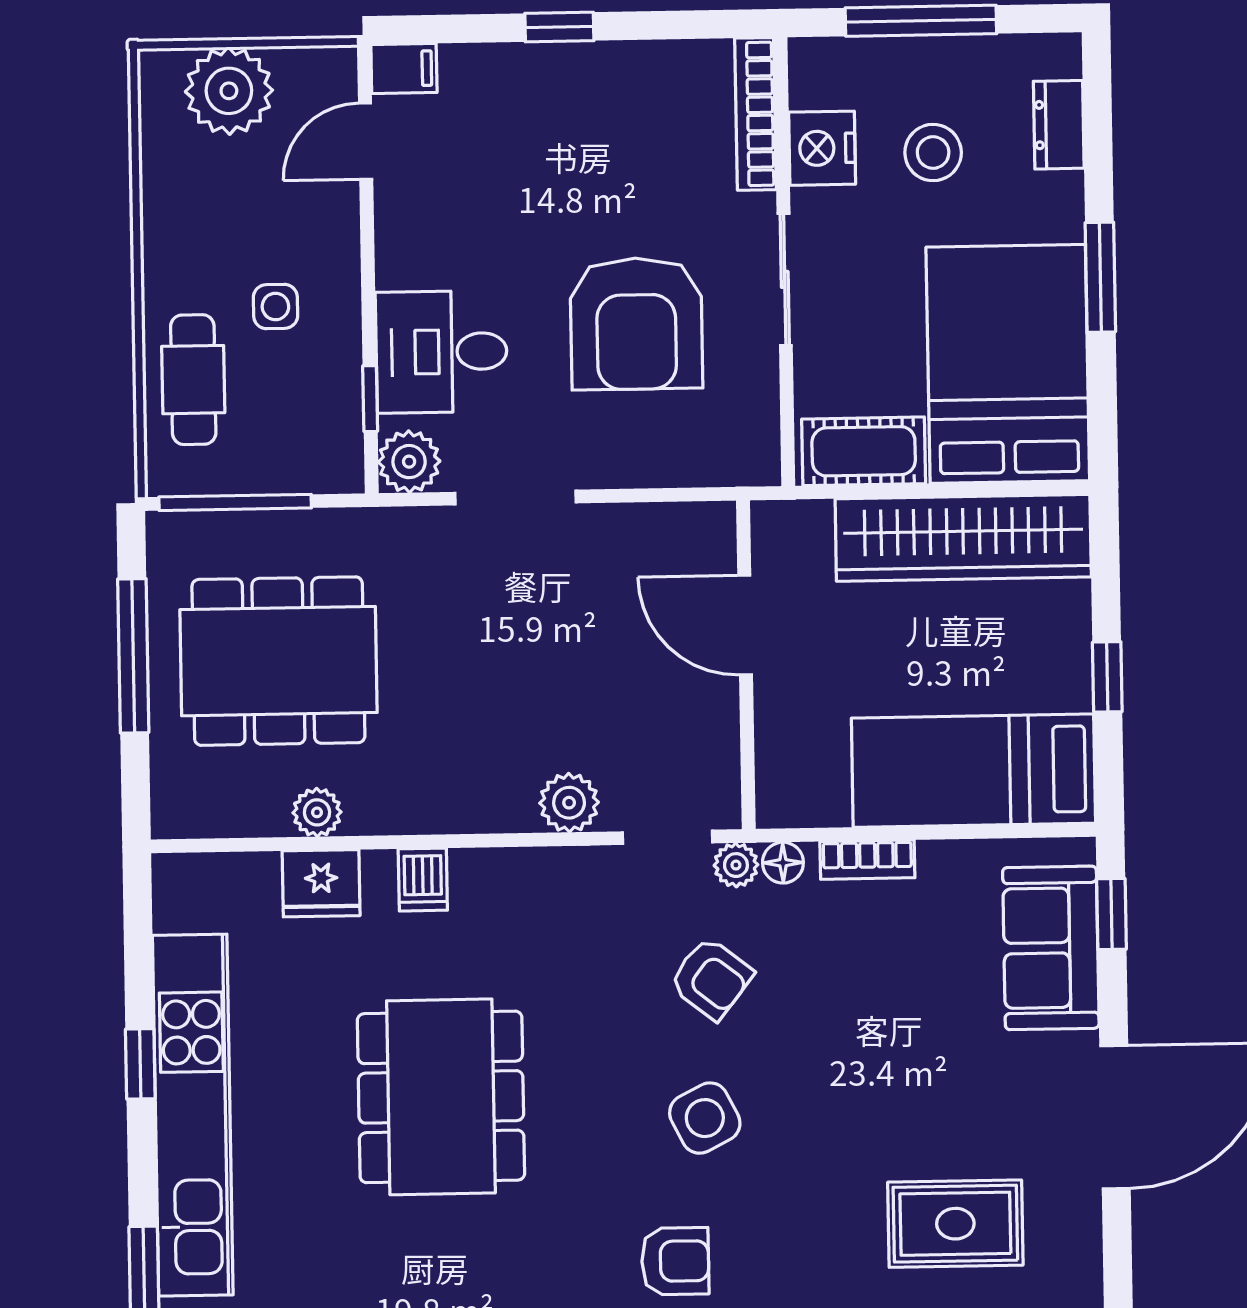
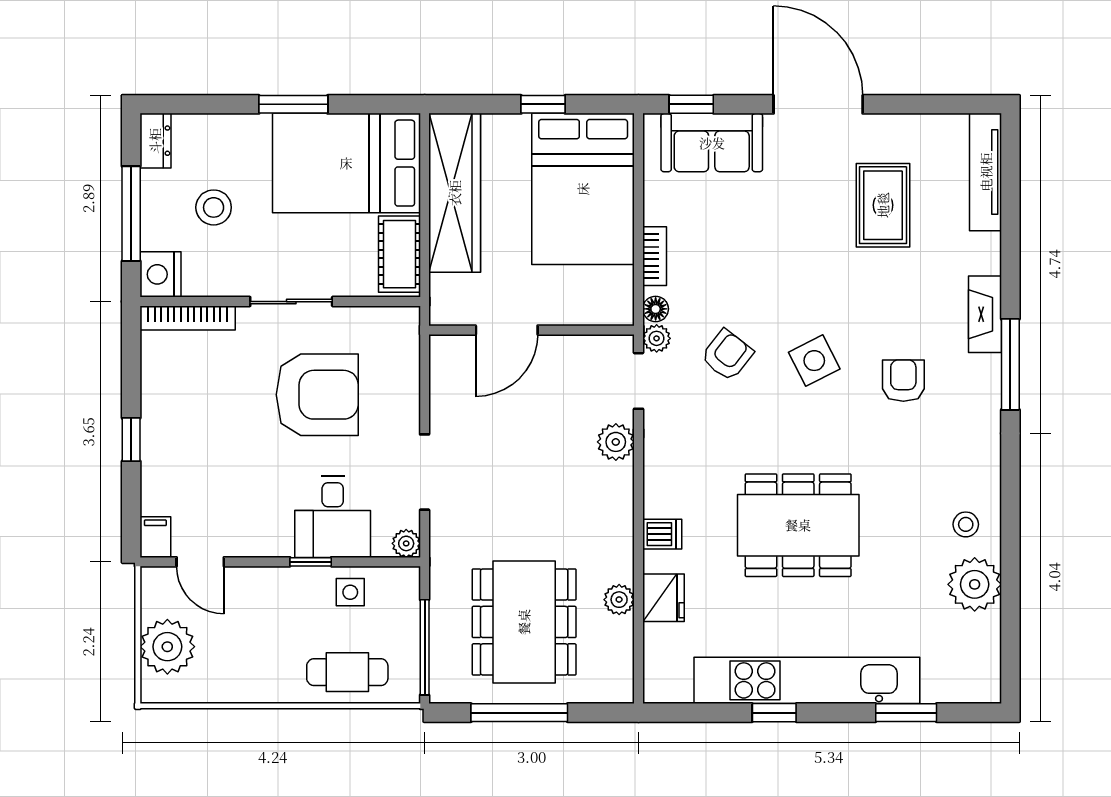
dresser: (1059, 125) -> (155, 141), moved, turned -90
nightstand: (822, 148) -> (160, 274), moved, turned 90
side table: (275, 307) -> (350, 592), moved
window: (370, 399) -> (311, 562), moved
plant: (409, 462) -> (406, 543), width x0.73, depth x0.73
bed: (973, 771) -> (583, 189), width x1.50

